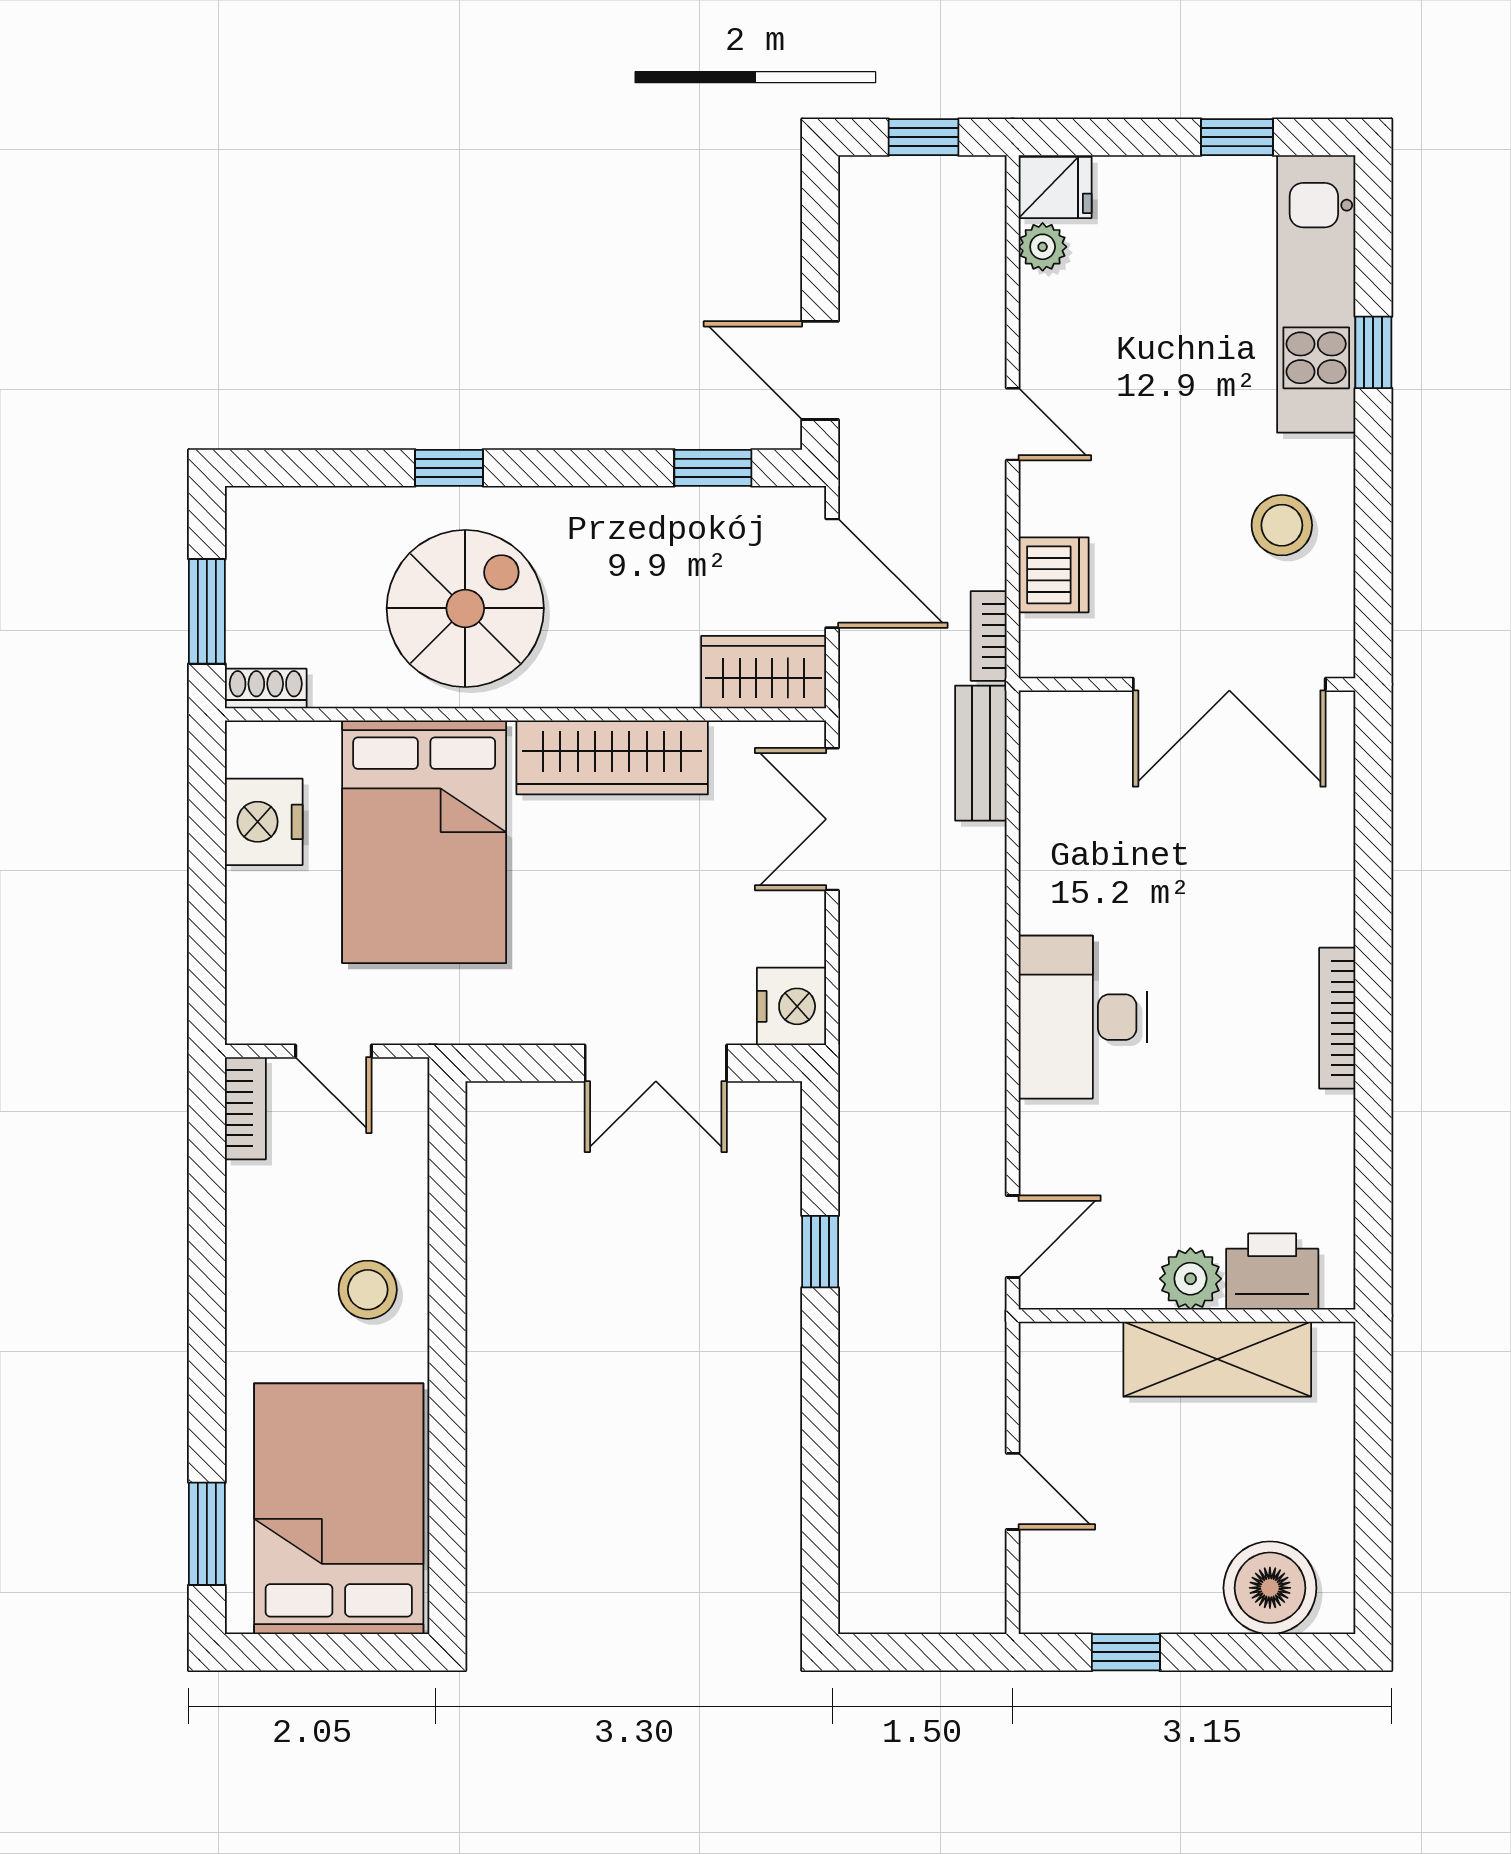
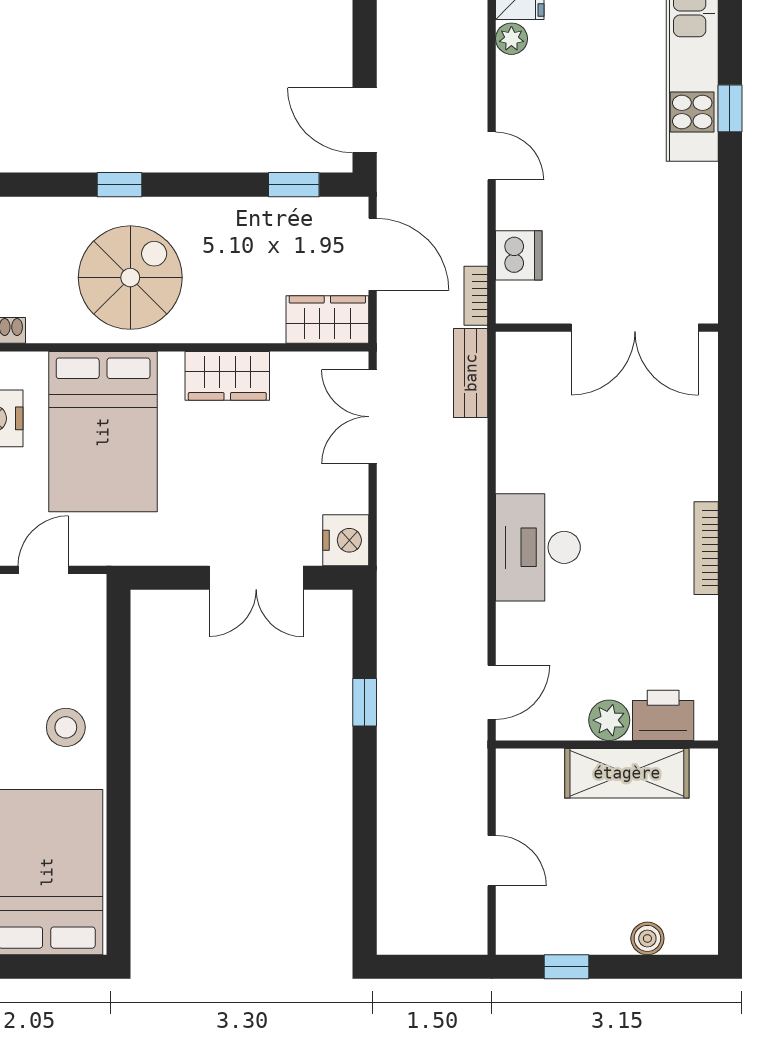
stool: (1282, 525) -> (669, 223), removed
wardrobe: (612, 757) -> (227, 376), width x0.67
door: (333, 1051) -> (43, 570), swing flipped
boiler: (1270, 1588) -> (647, 938), width x0.54, depth x0.54

